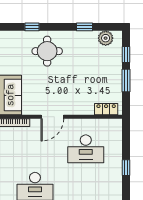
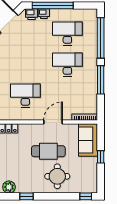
window: (32, 27) -> (86, 196), moved
cafe table: (58, 81) -> (48, 151), added

